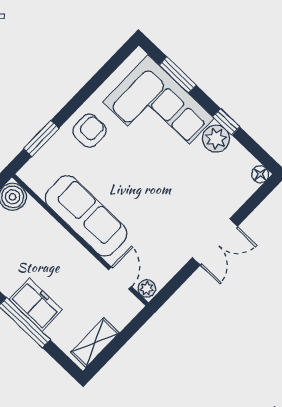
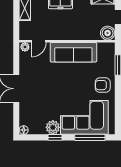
window: (178, 75) -> (90, 137), width x1.44
armchair: (89, 131) -> (103, 85), turned 90
door: (120, 278) -> (39, 41), hinge flipped

